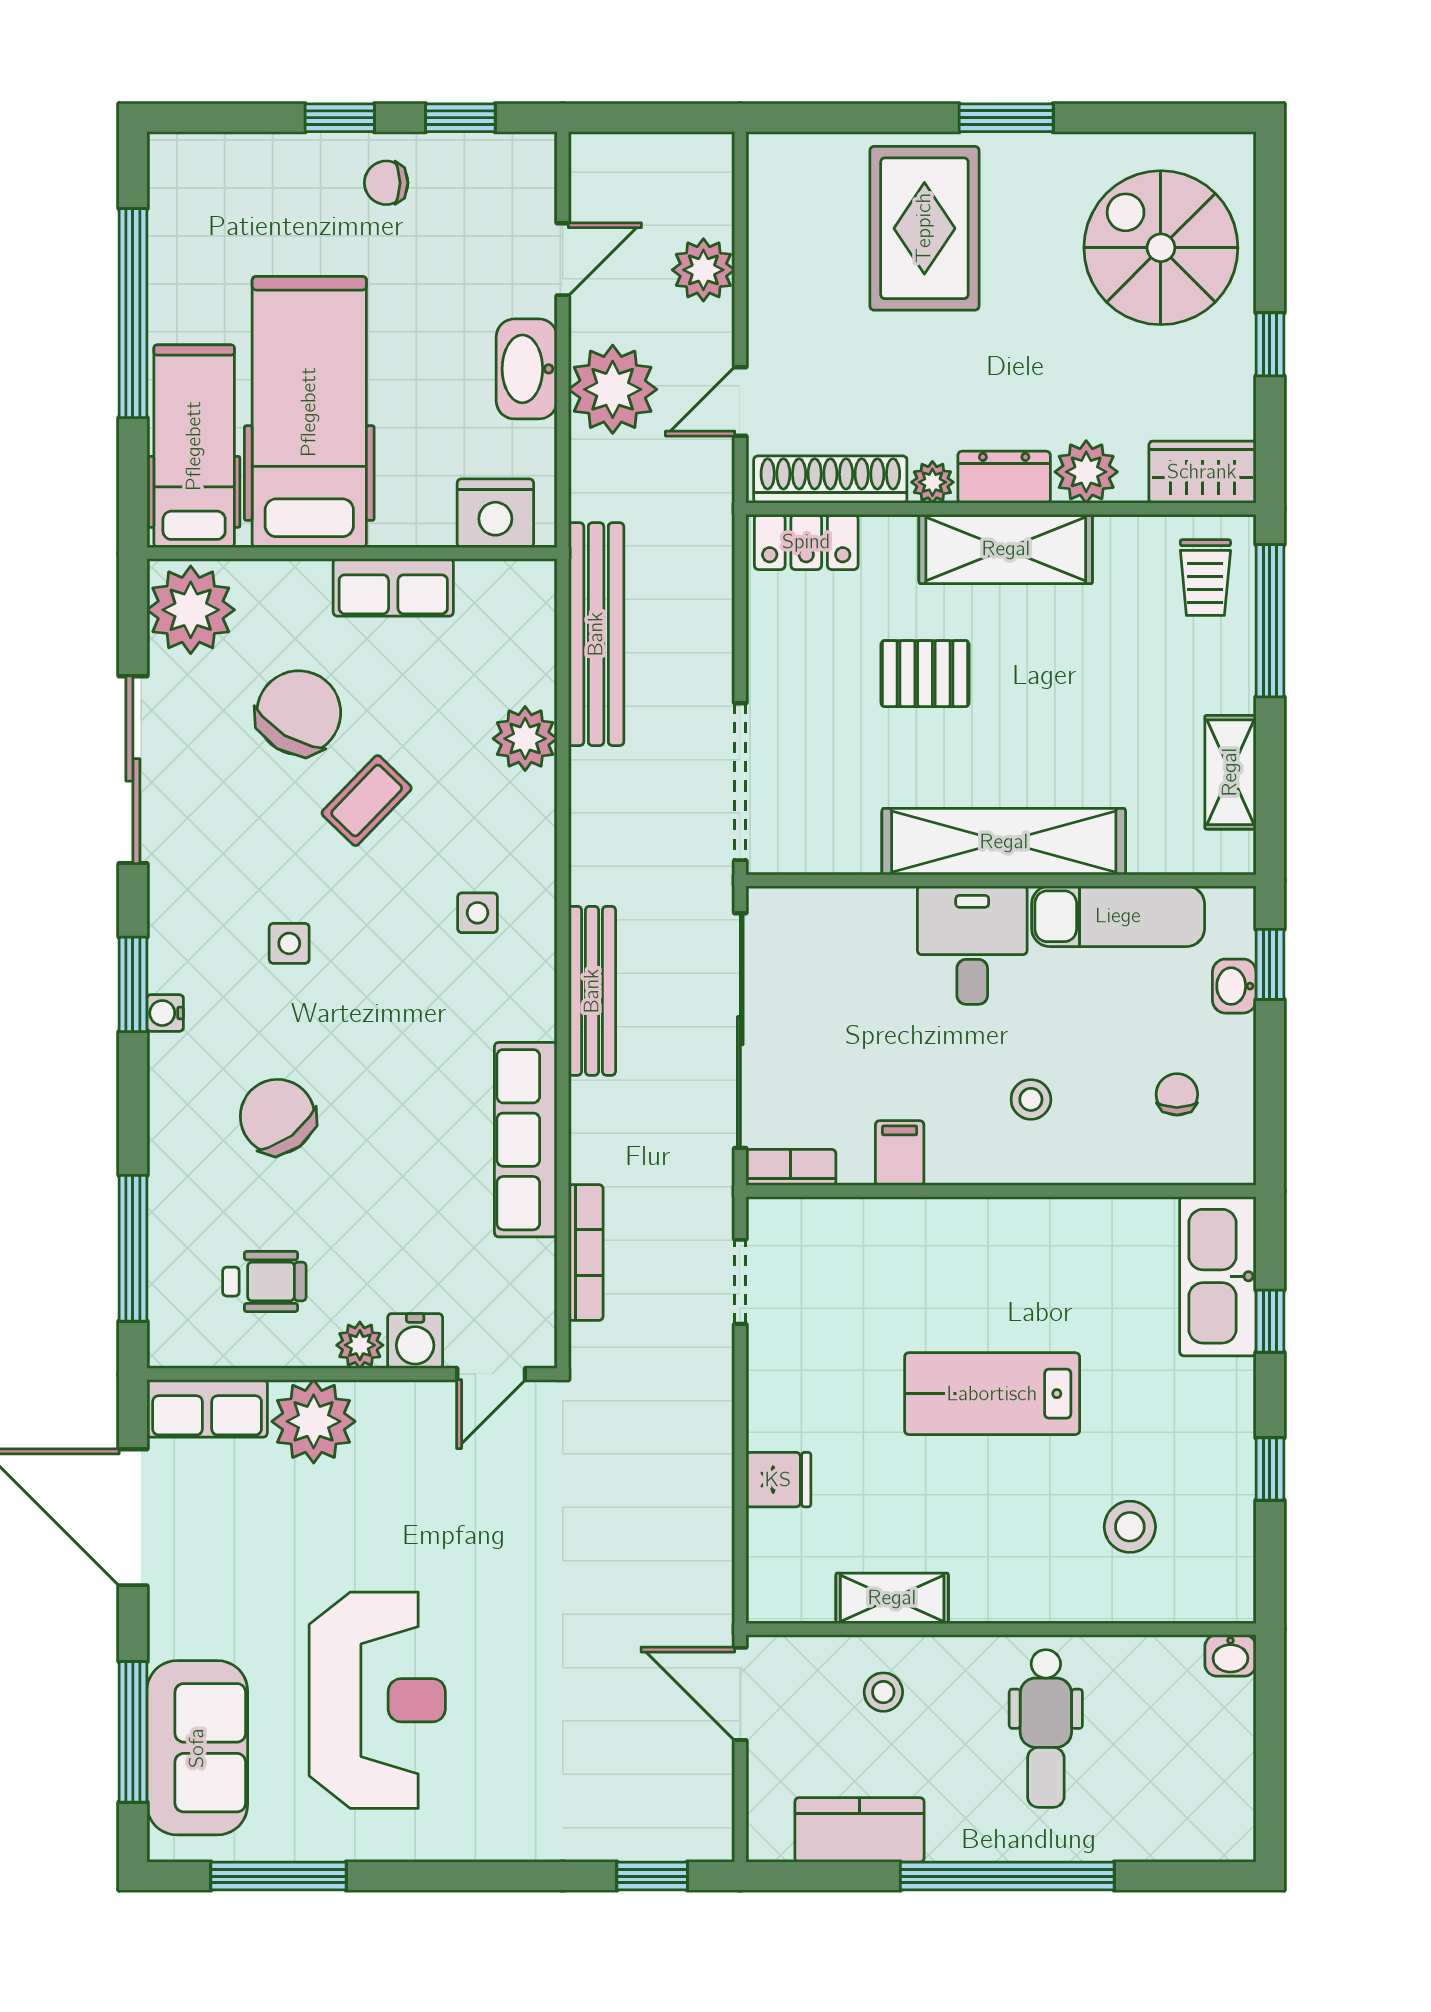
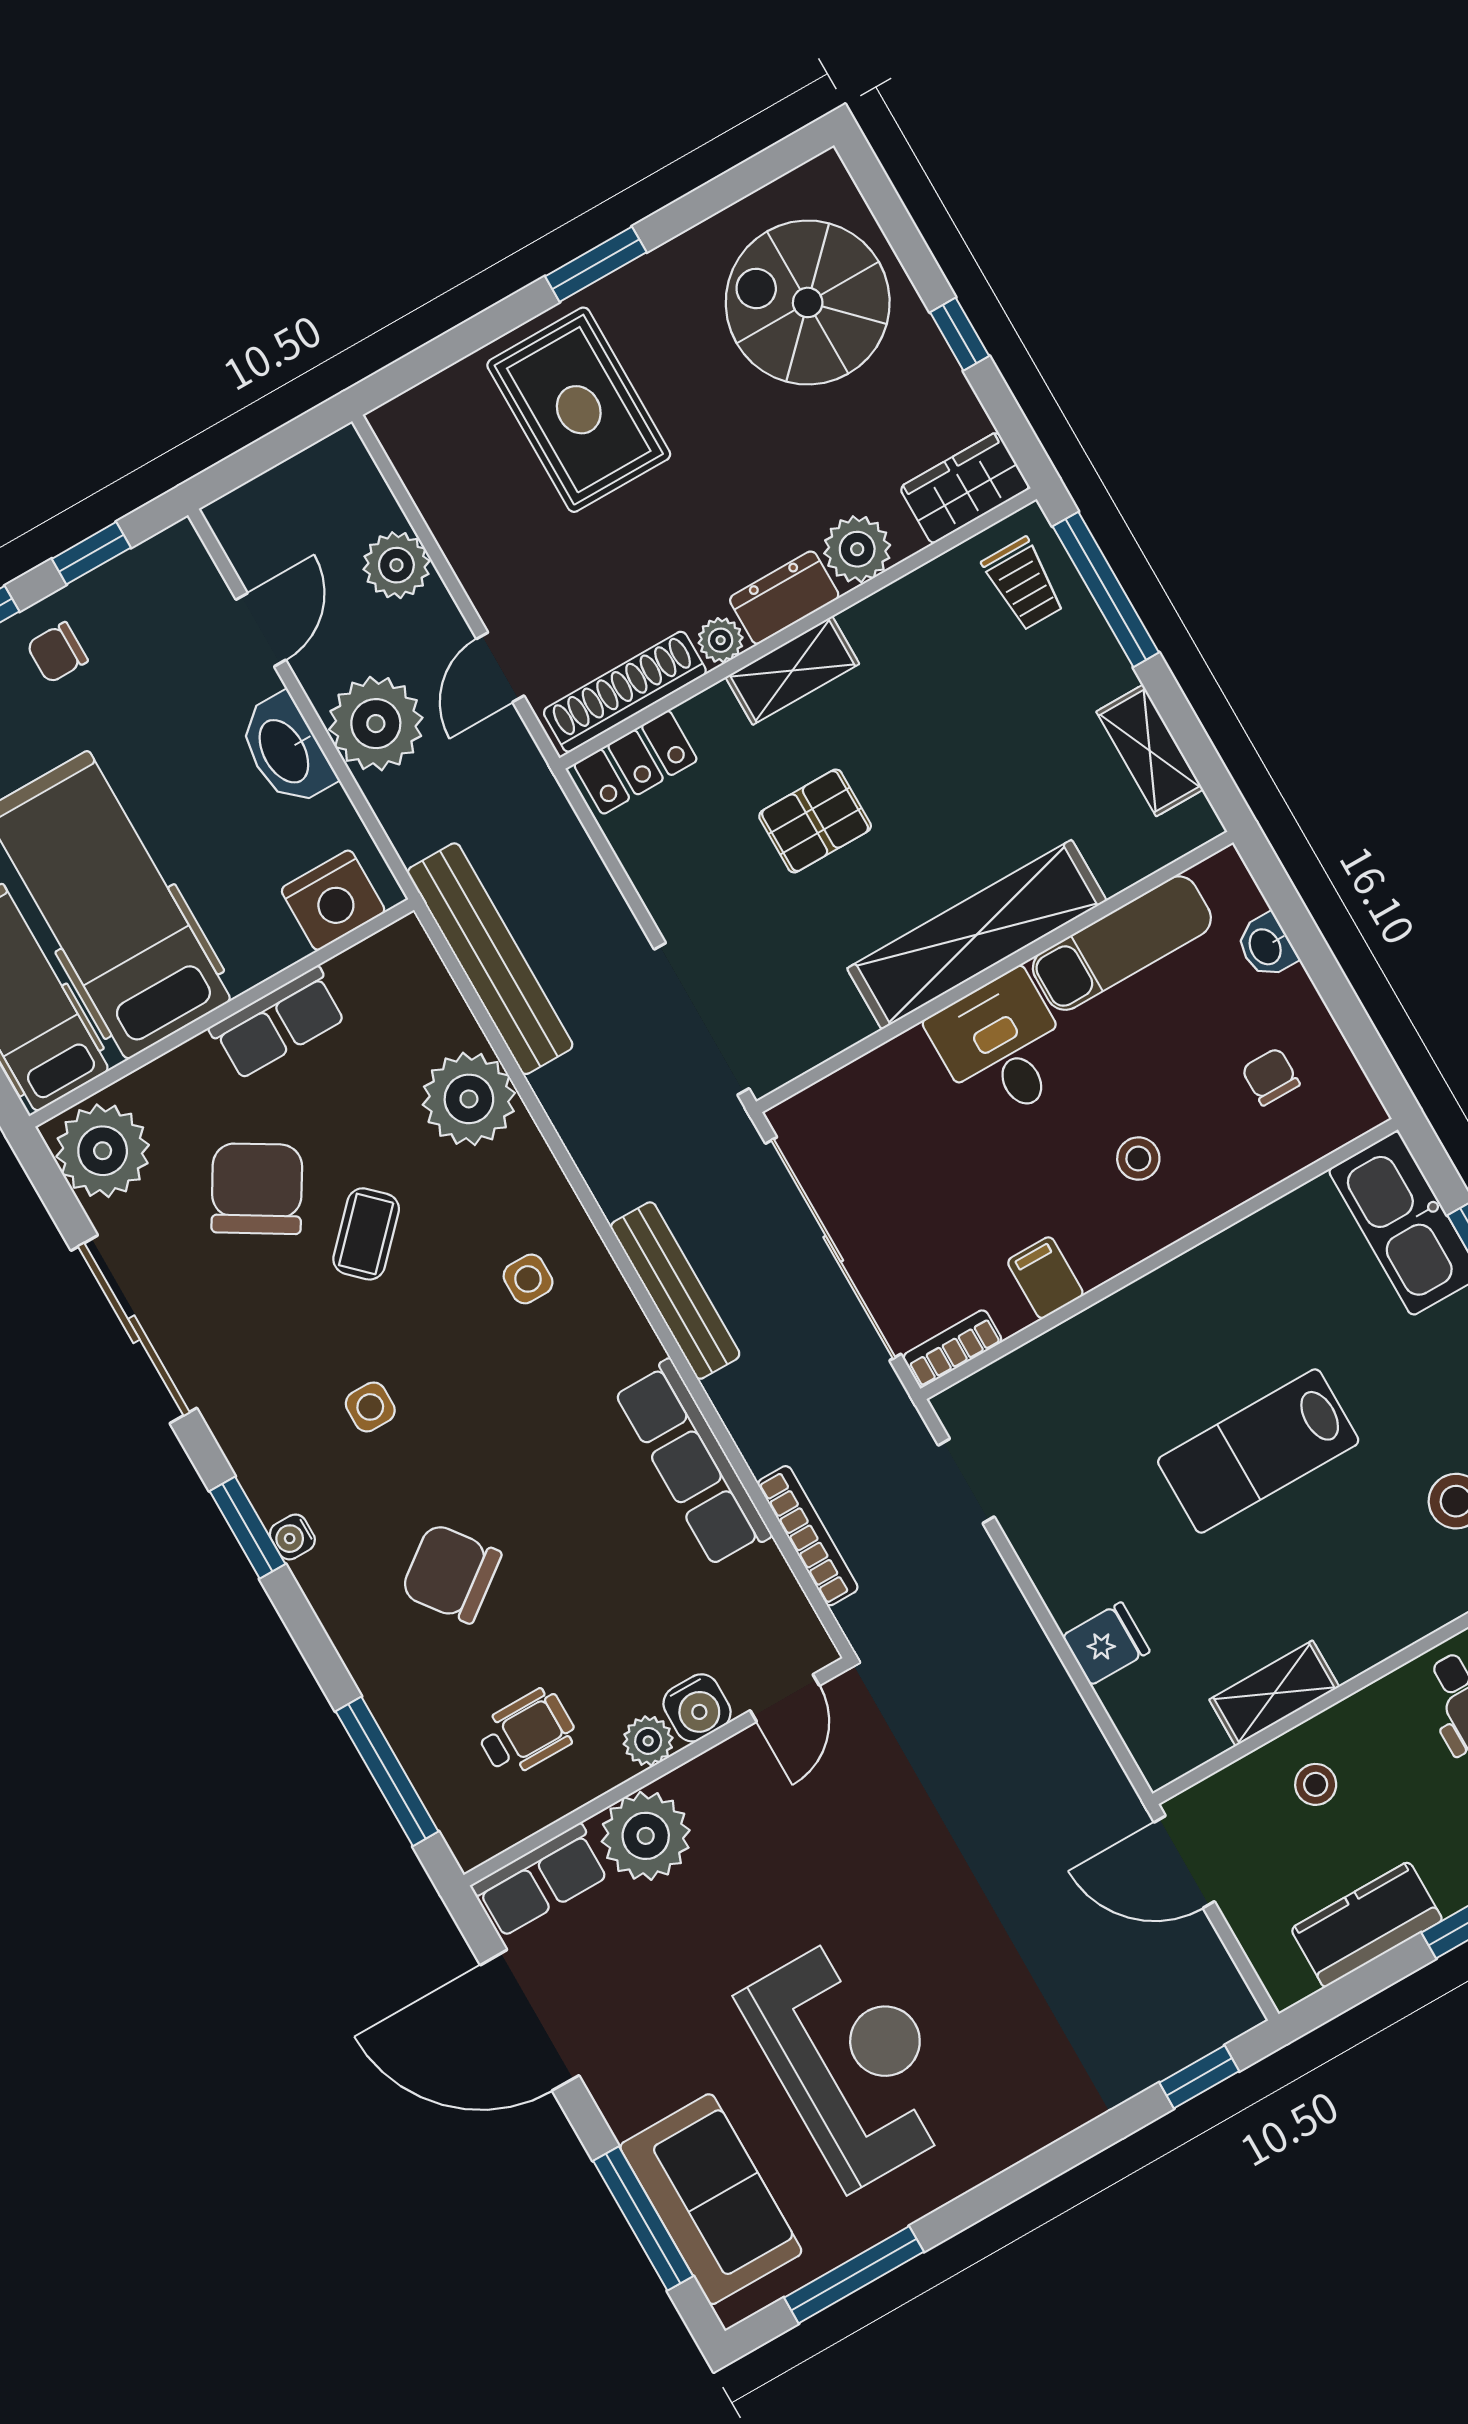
shelving: (1006, 549) -> (792, 670), width x0.67, depth x0.75
plant: (525, 739) -> (469, 1099), width x1.36, depth x1.36
window: (1270, 964) -> (1288, 907), removed

